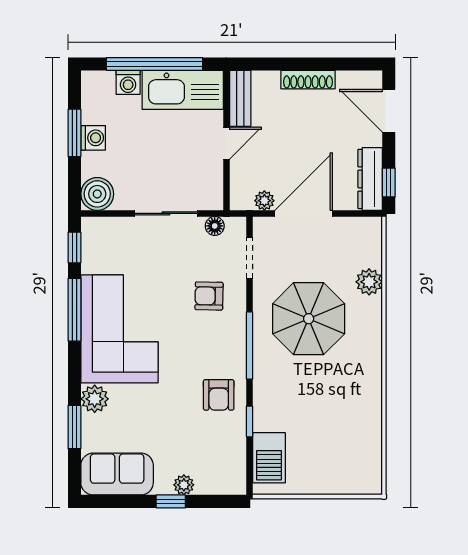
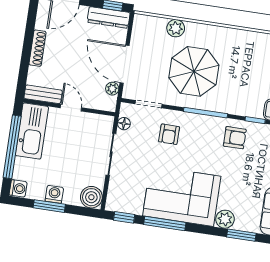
washing machine: (128, 82) -> (18, 188), moved

